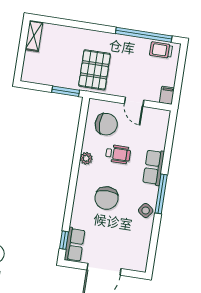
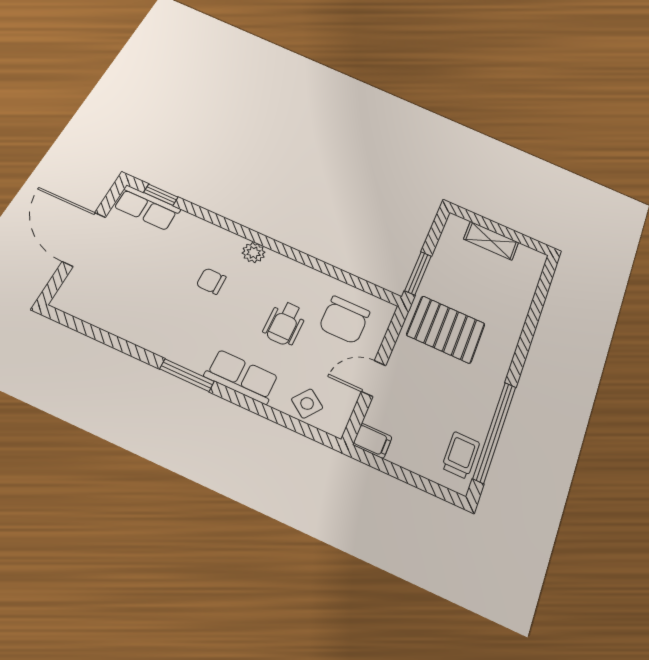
shelving: (34, 36) -> (491, 241), moved
plant: (86, 158) -> (254, 253), moved
window: (161, 194) -> (187, 375), width x0.69
chair: (107, 198) -> (211, 281), width x0.54, depth x0.54
side table: (146, 210) -> (307, 404), moved

